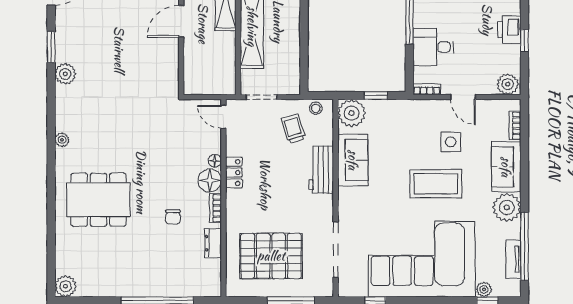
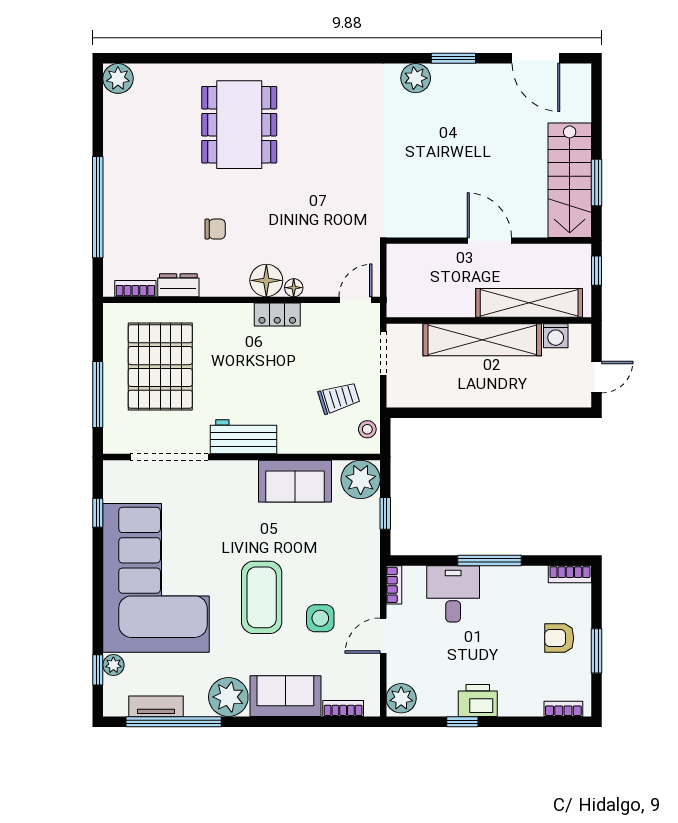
plant: (62, 140) -> (323, 73), removed
workbench: (321, 170) -> (244, 437), moved
bookcase: (215, 208) -> (135, 289), moved
chair: (173, 217) -> (215, 229), turned 180

